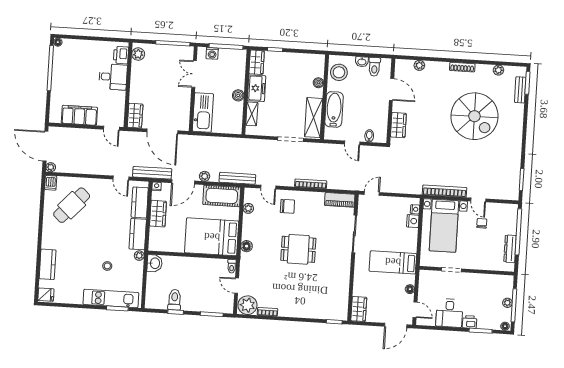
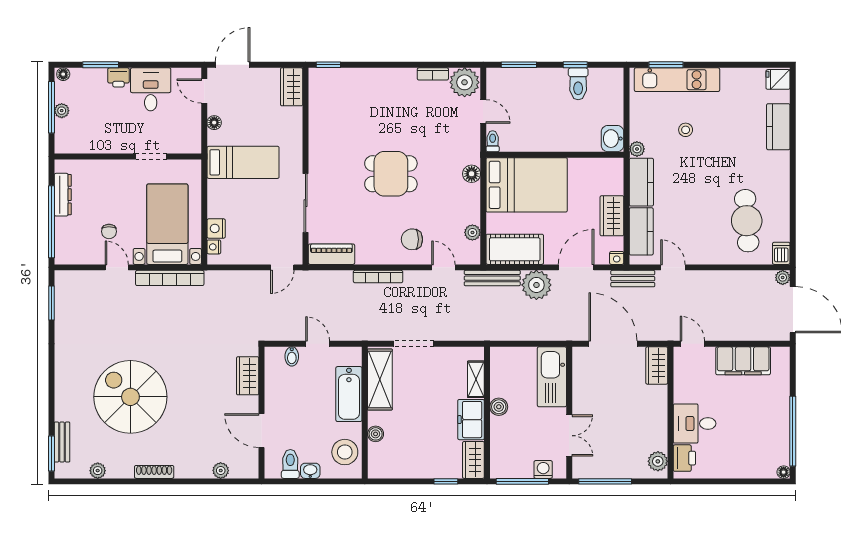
bench: (152, 173) -> (633, 279), width x0.73
plant: (205, 176) -> (536, 285), width x1.88, depth x1.88
cafe table: (72, 205) -> (747, 221), turned -47

